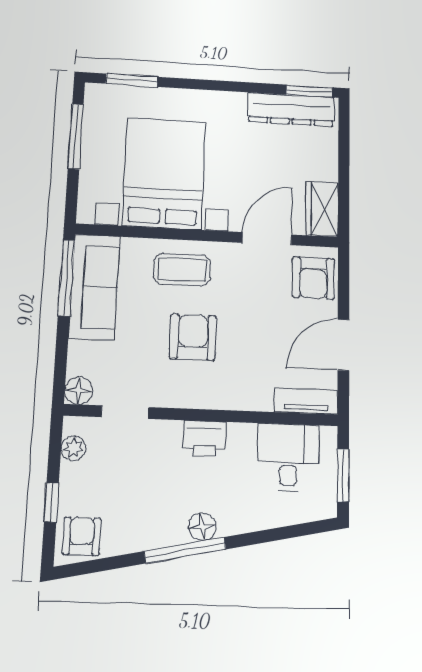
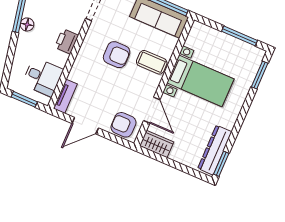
bed with nightstands: (164, 173) -> (200, 81), width x0.73
coffee table: (182, 270) -> (152, 62), turned 90
door: (343, 345) -> (85, 126), swing flipped

